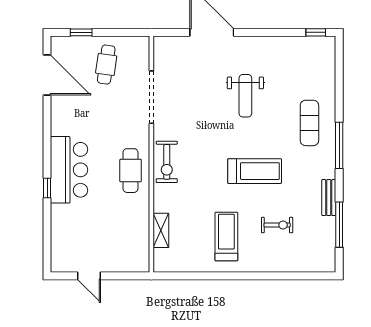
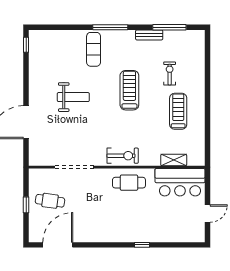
window: (81, 32) -> (26, 205), moved
exercise mat: (309, 123) -> (94, 49), turned 90
bar counter: (69, 170) -> (180, 182), moved, turned 180
treadmill: (226, 236) -> (178, 111), turned 90

